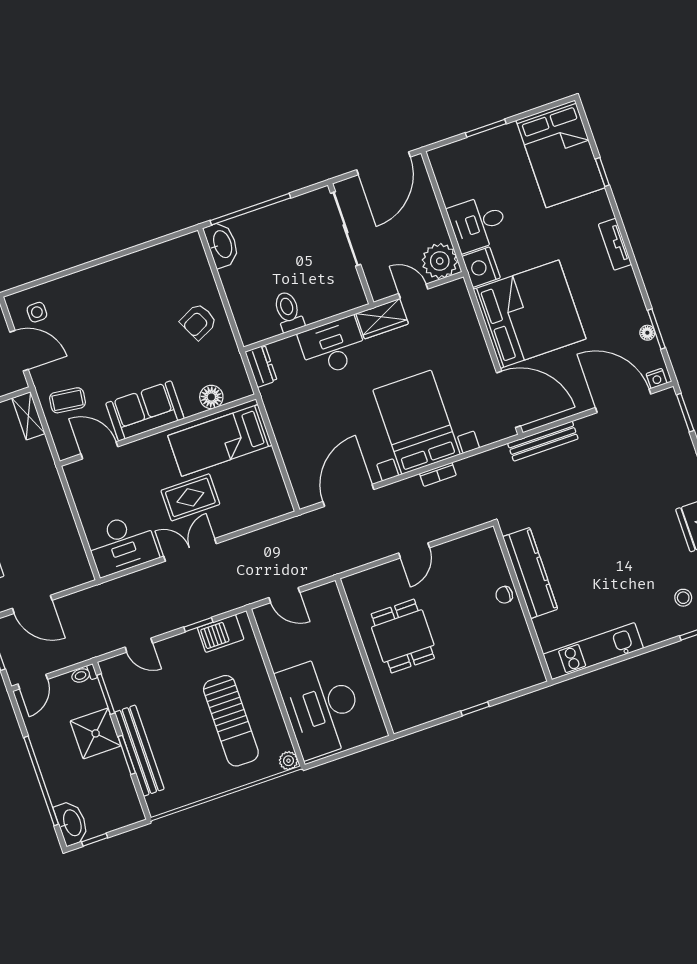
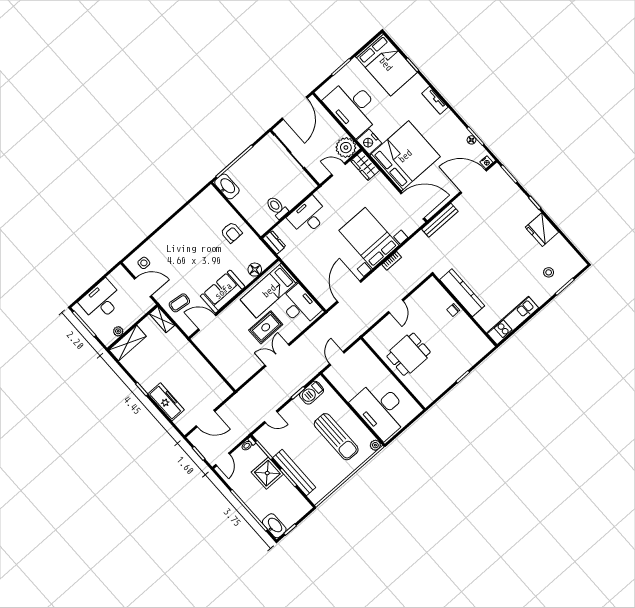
desk: (478, 223) -> (353, 107), width x1.87, depth x1.30
wardrobe: (382, 319) -> (365, 166), moved, turned 90
armchair: (198, 322) -> (231, 232), turned -64
desk: (122, 544) -> (300, 306), moved, turned -90
door: (284, 595) -> (337, 358), swing flipped
dining table: (403, 636) -> (409, 354), turned 90

